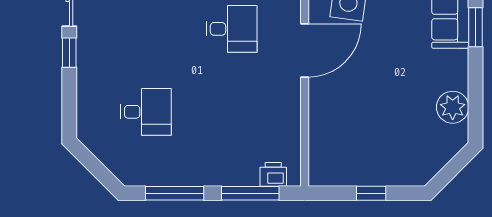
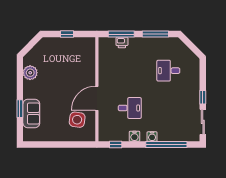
desk: (232, 29) -> (130, 108), turned 180
printer: (273, 174) -> (122, 42), moved

